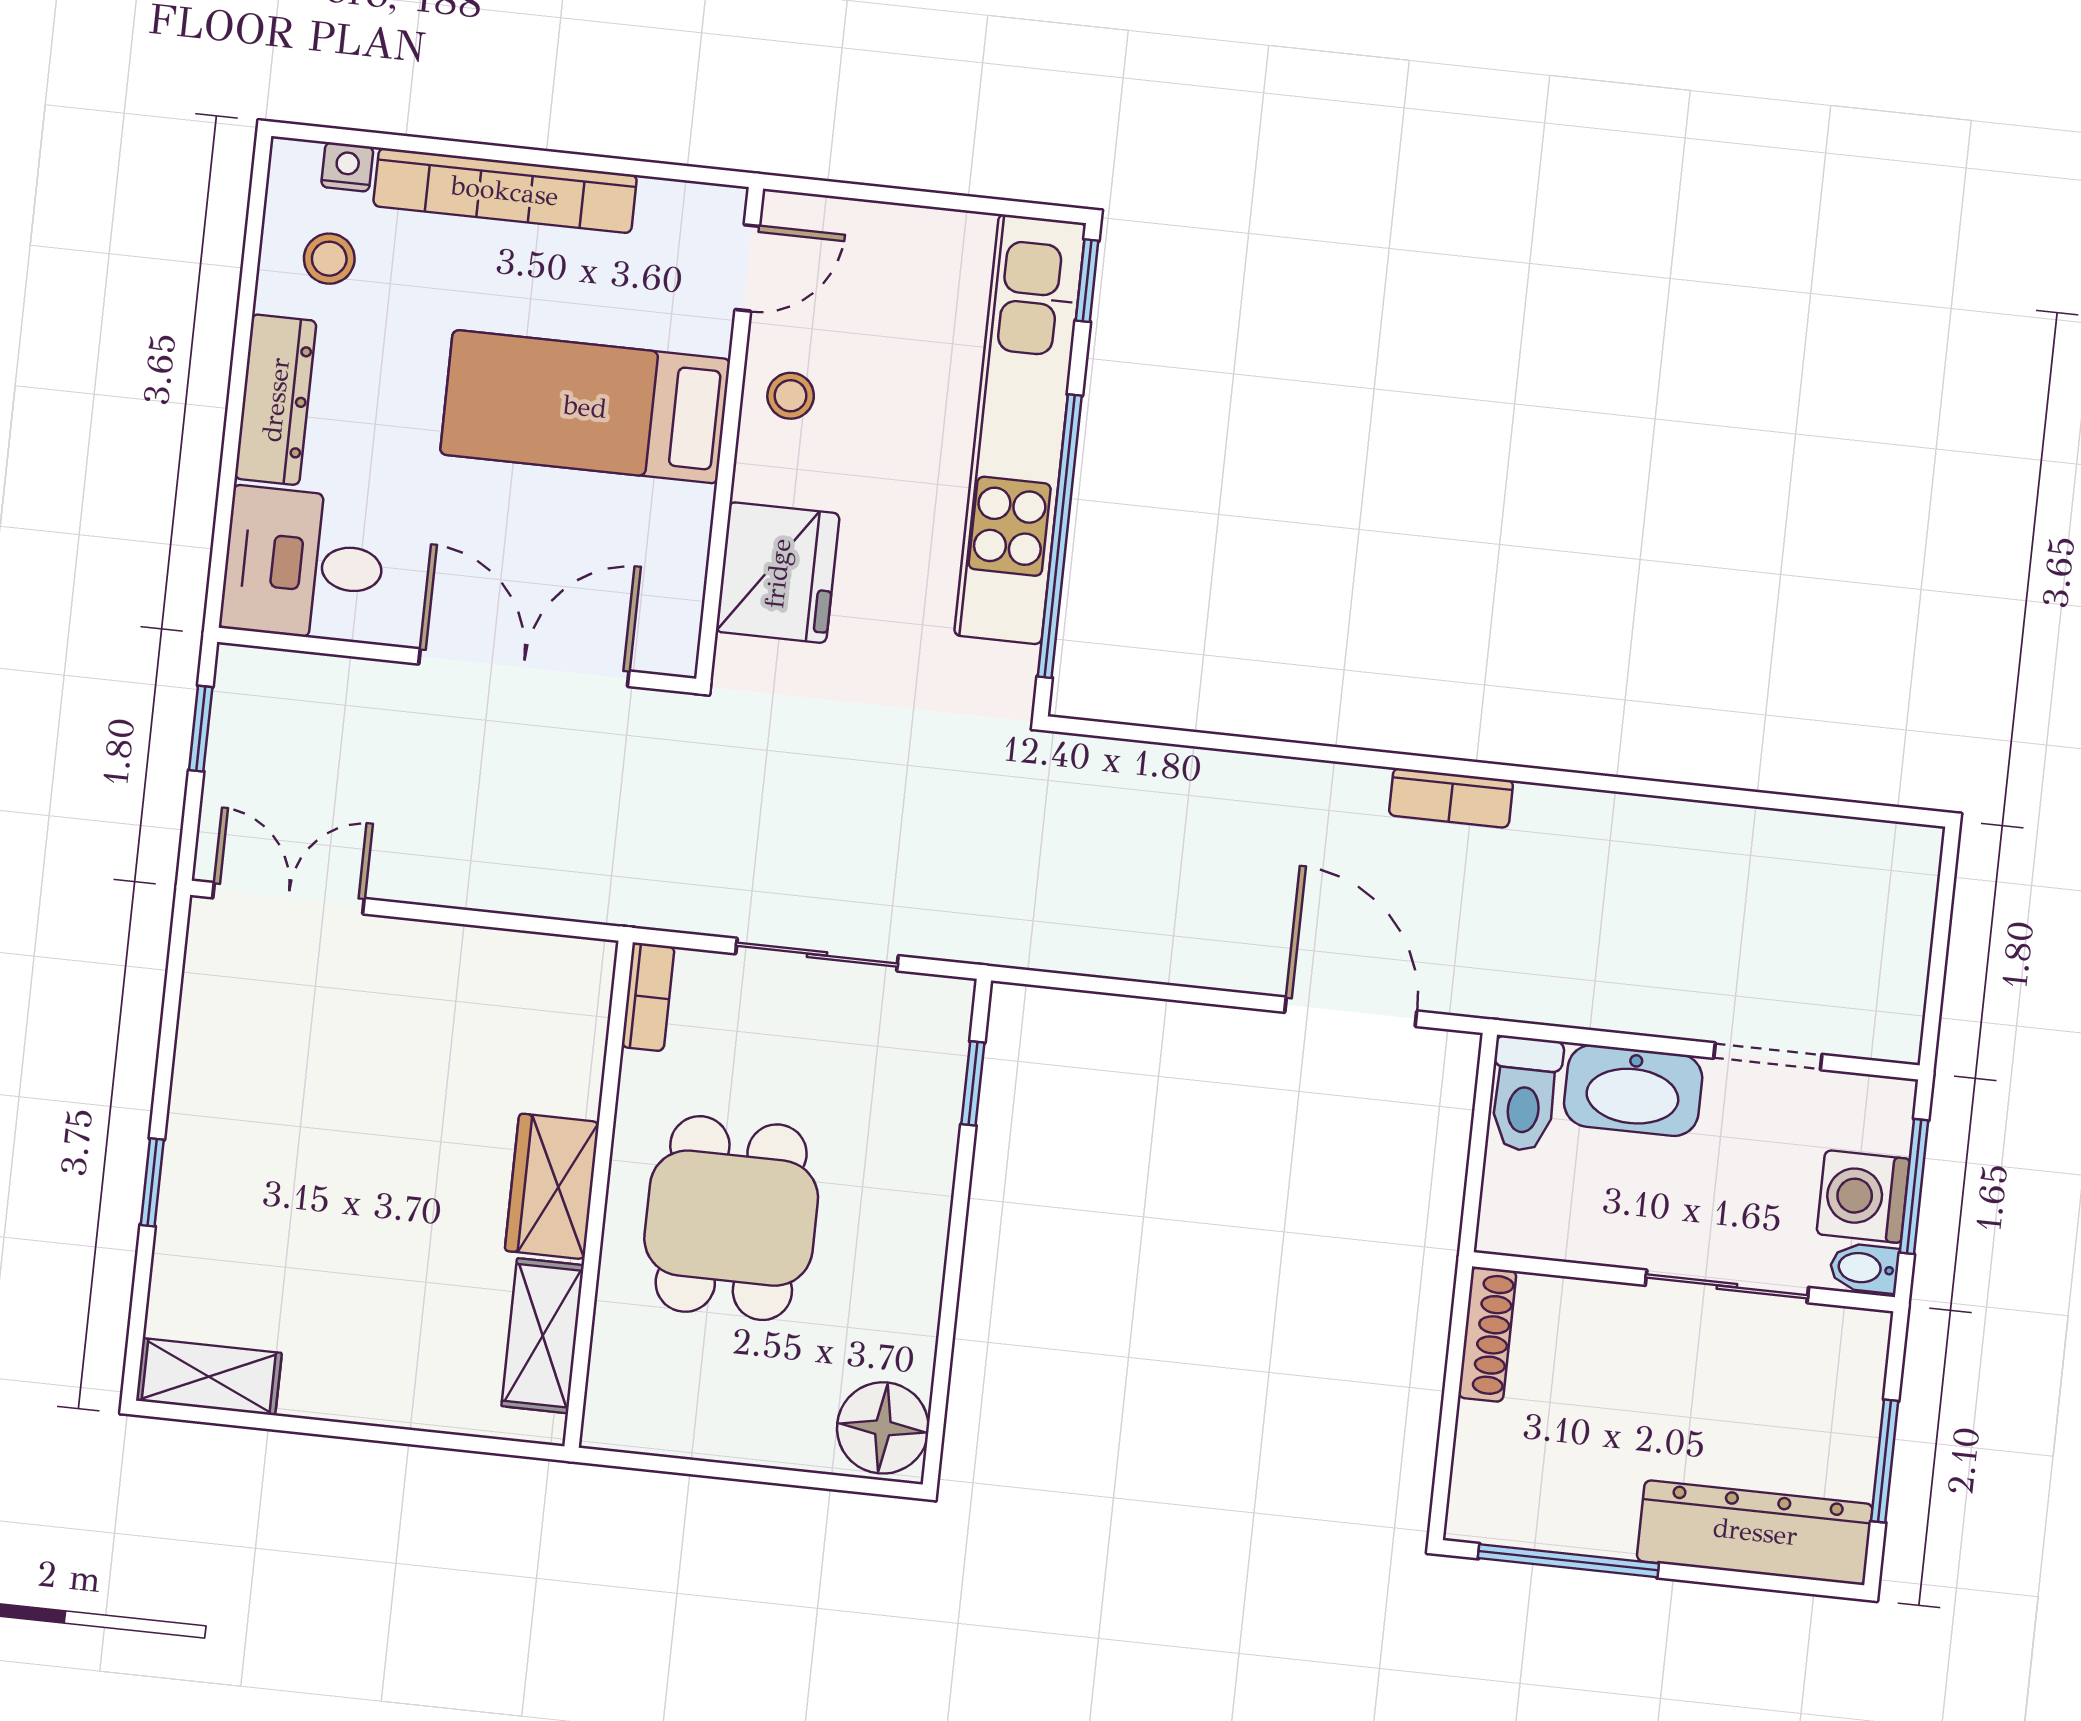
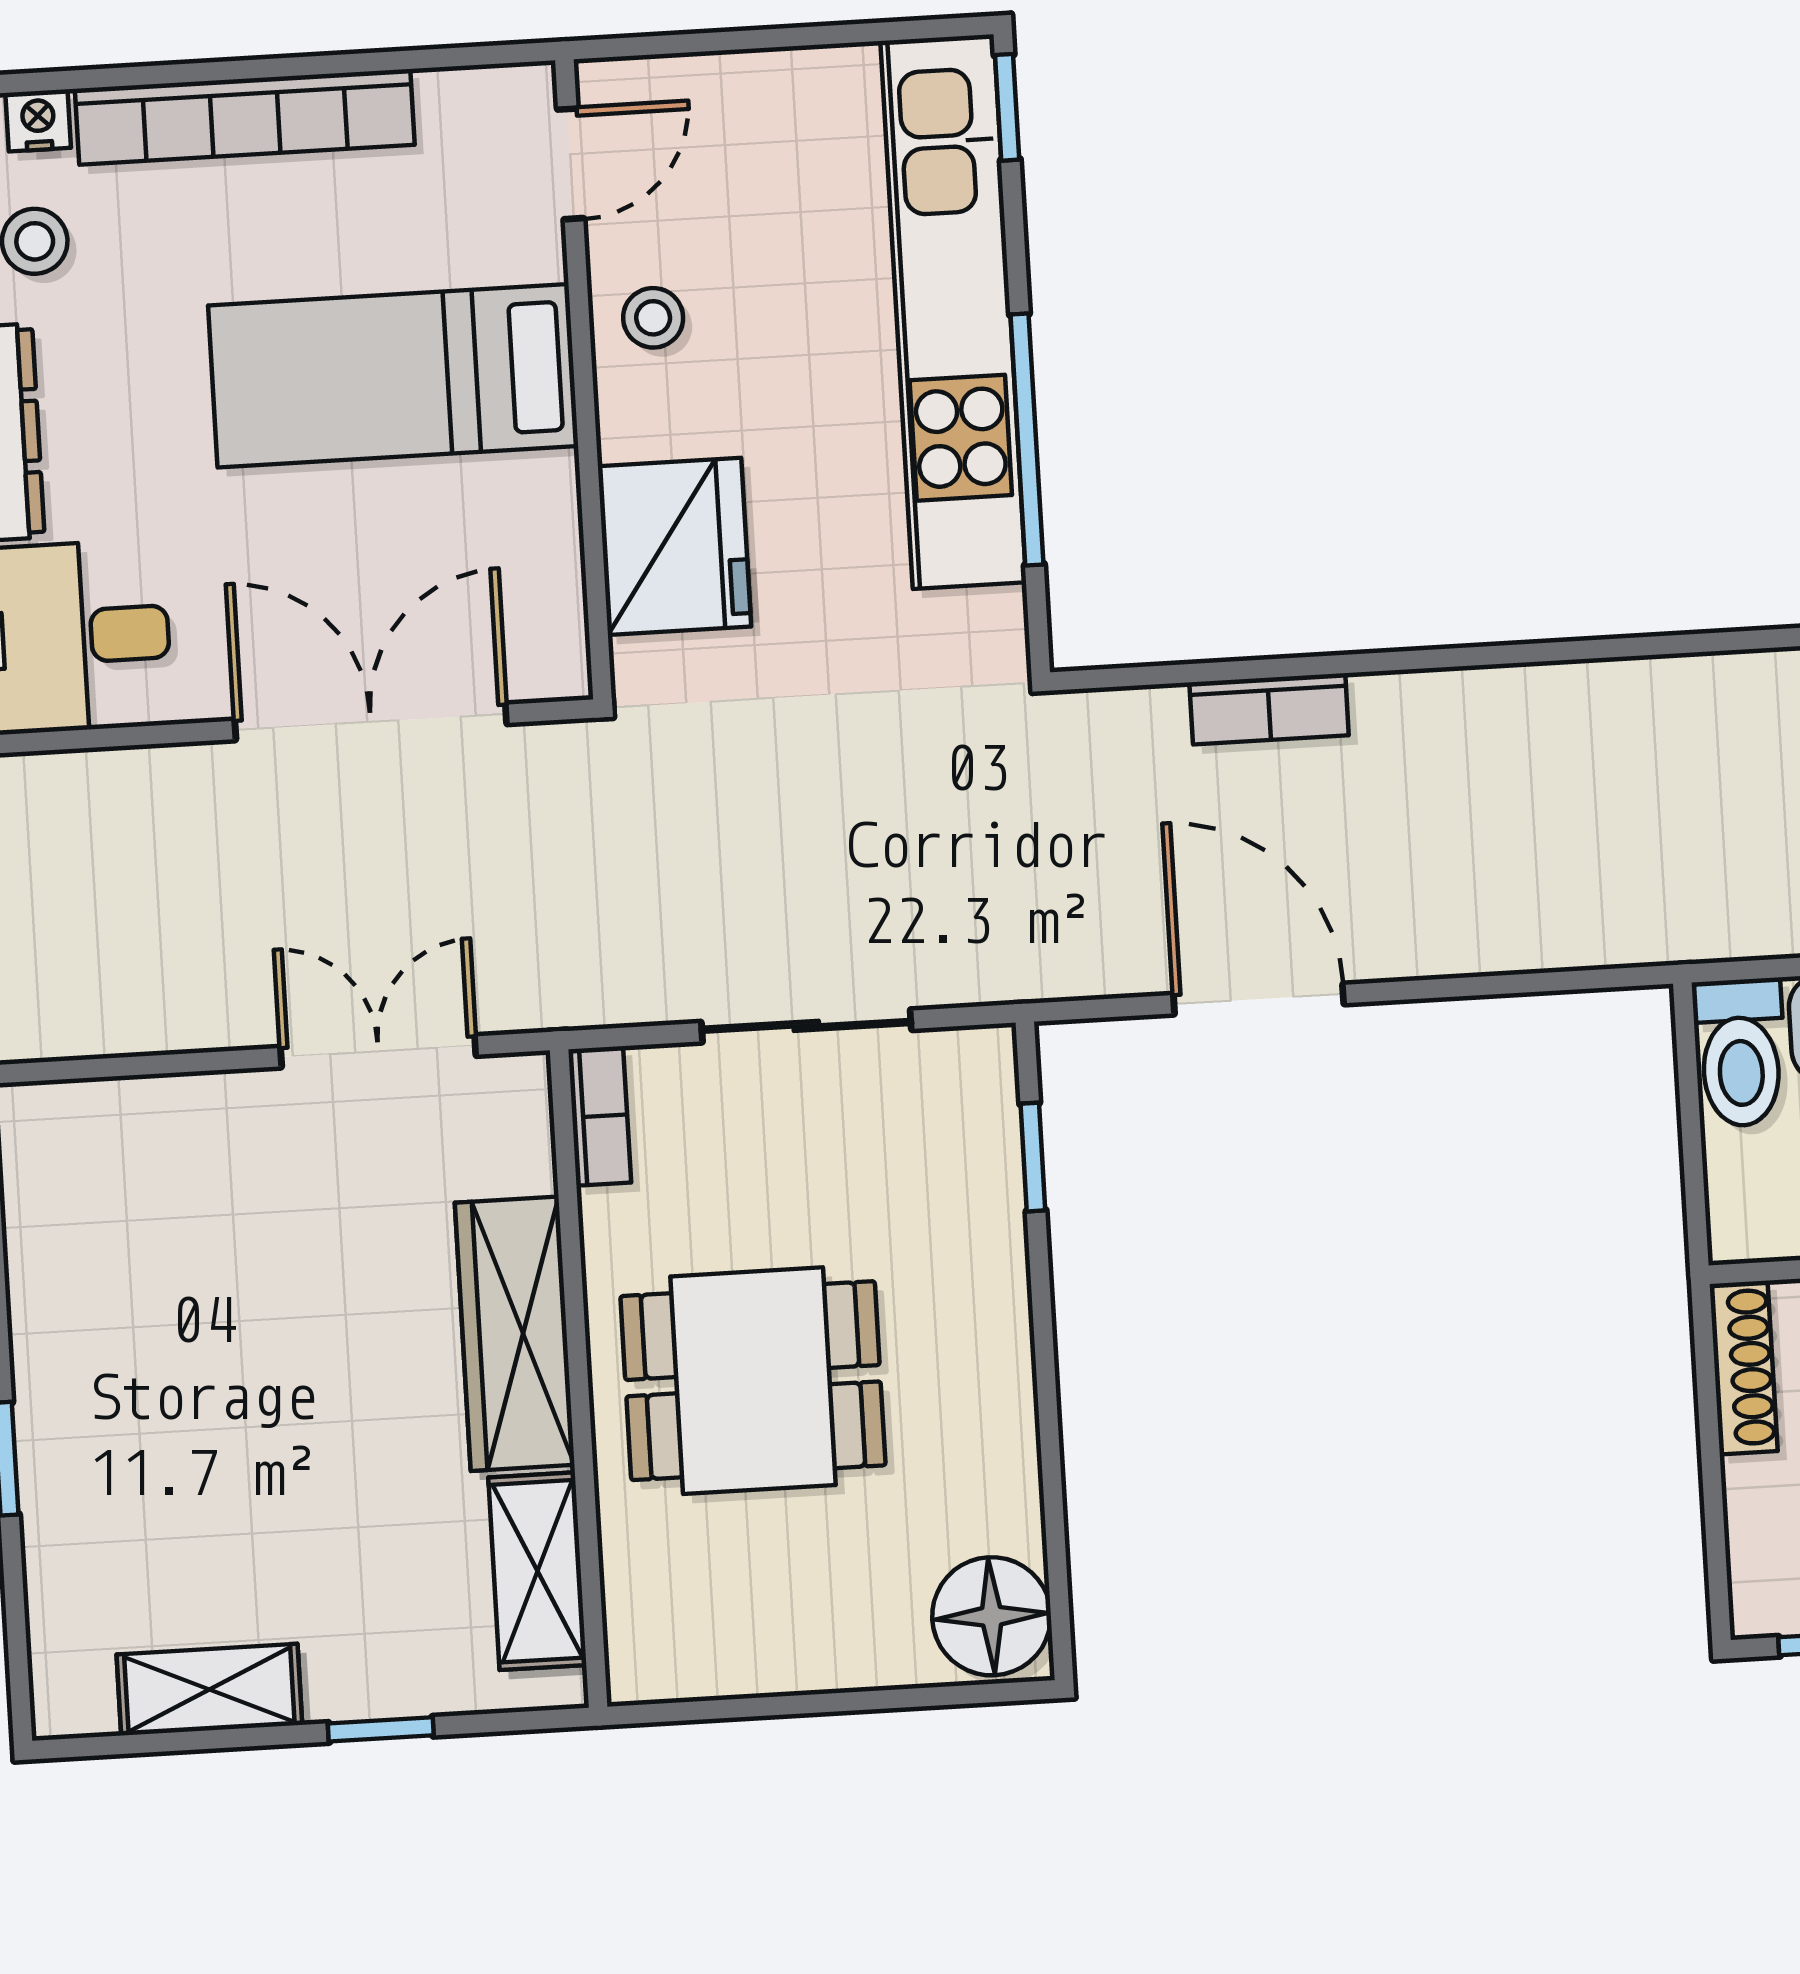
window: (1060, 536) -> (1027, 439), width x0.68
bookcase: (1451, 798) -> (1269, 709), moved
double door: (289, 898) -> (378, 1051), moved
door: (1351, 1012) -> (1259, 999), moved
wardrobe: (552, 1186) -> (515, 1334), width x1.50
dining table: (731, 1218) -> (753, 1381), turned 90
shelving: (209, 1377) -> (209, 1690), moved
window: (403, 1436) -> (381, 1729), added

